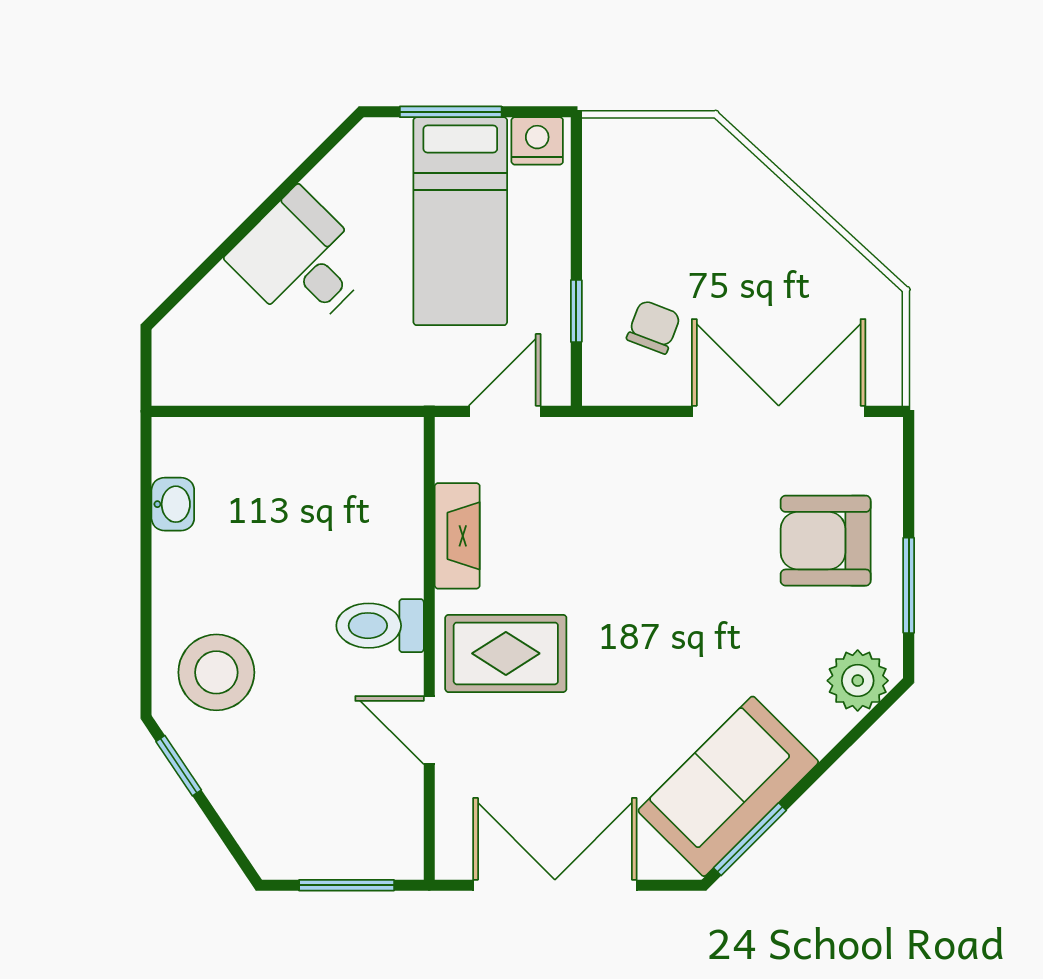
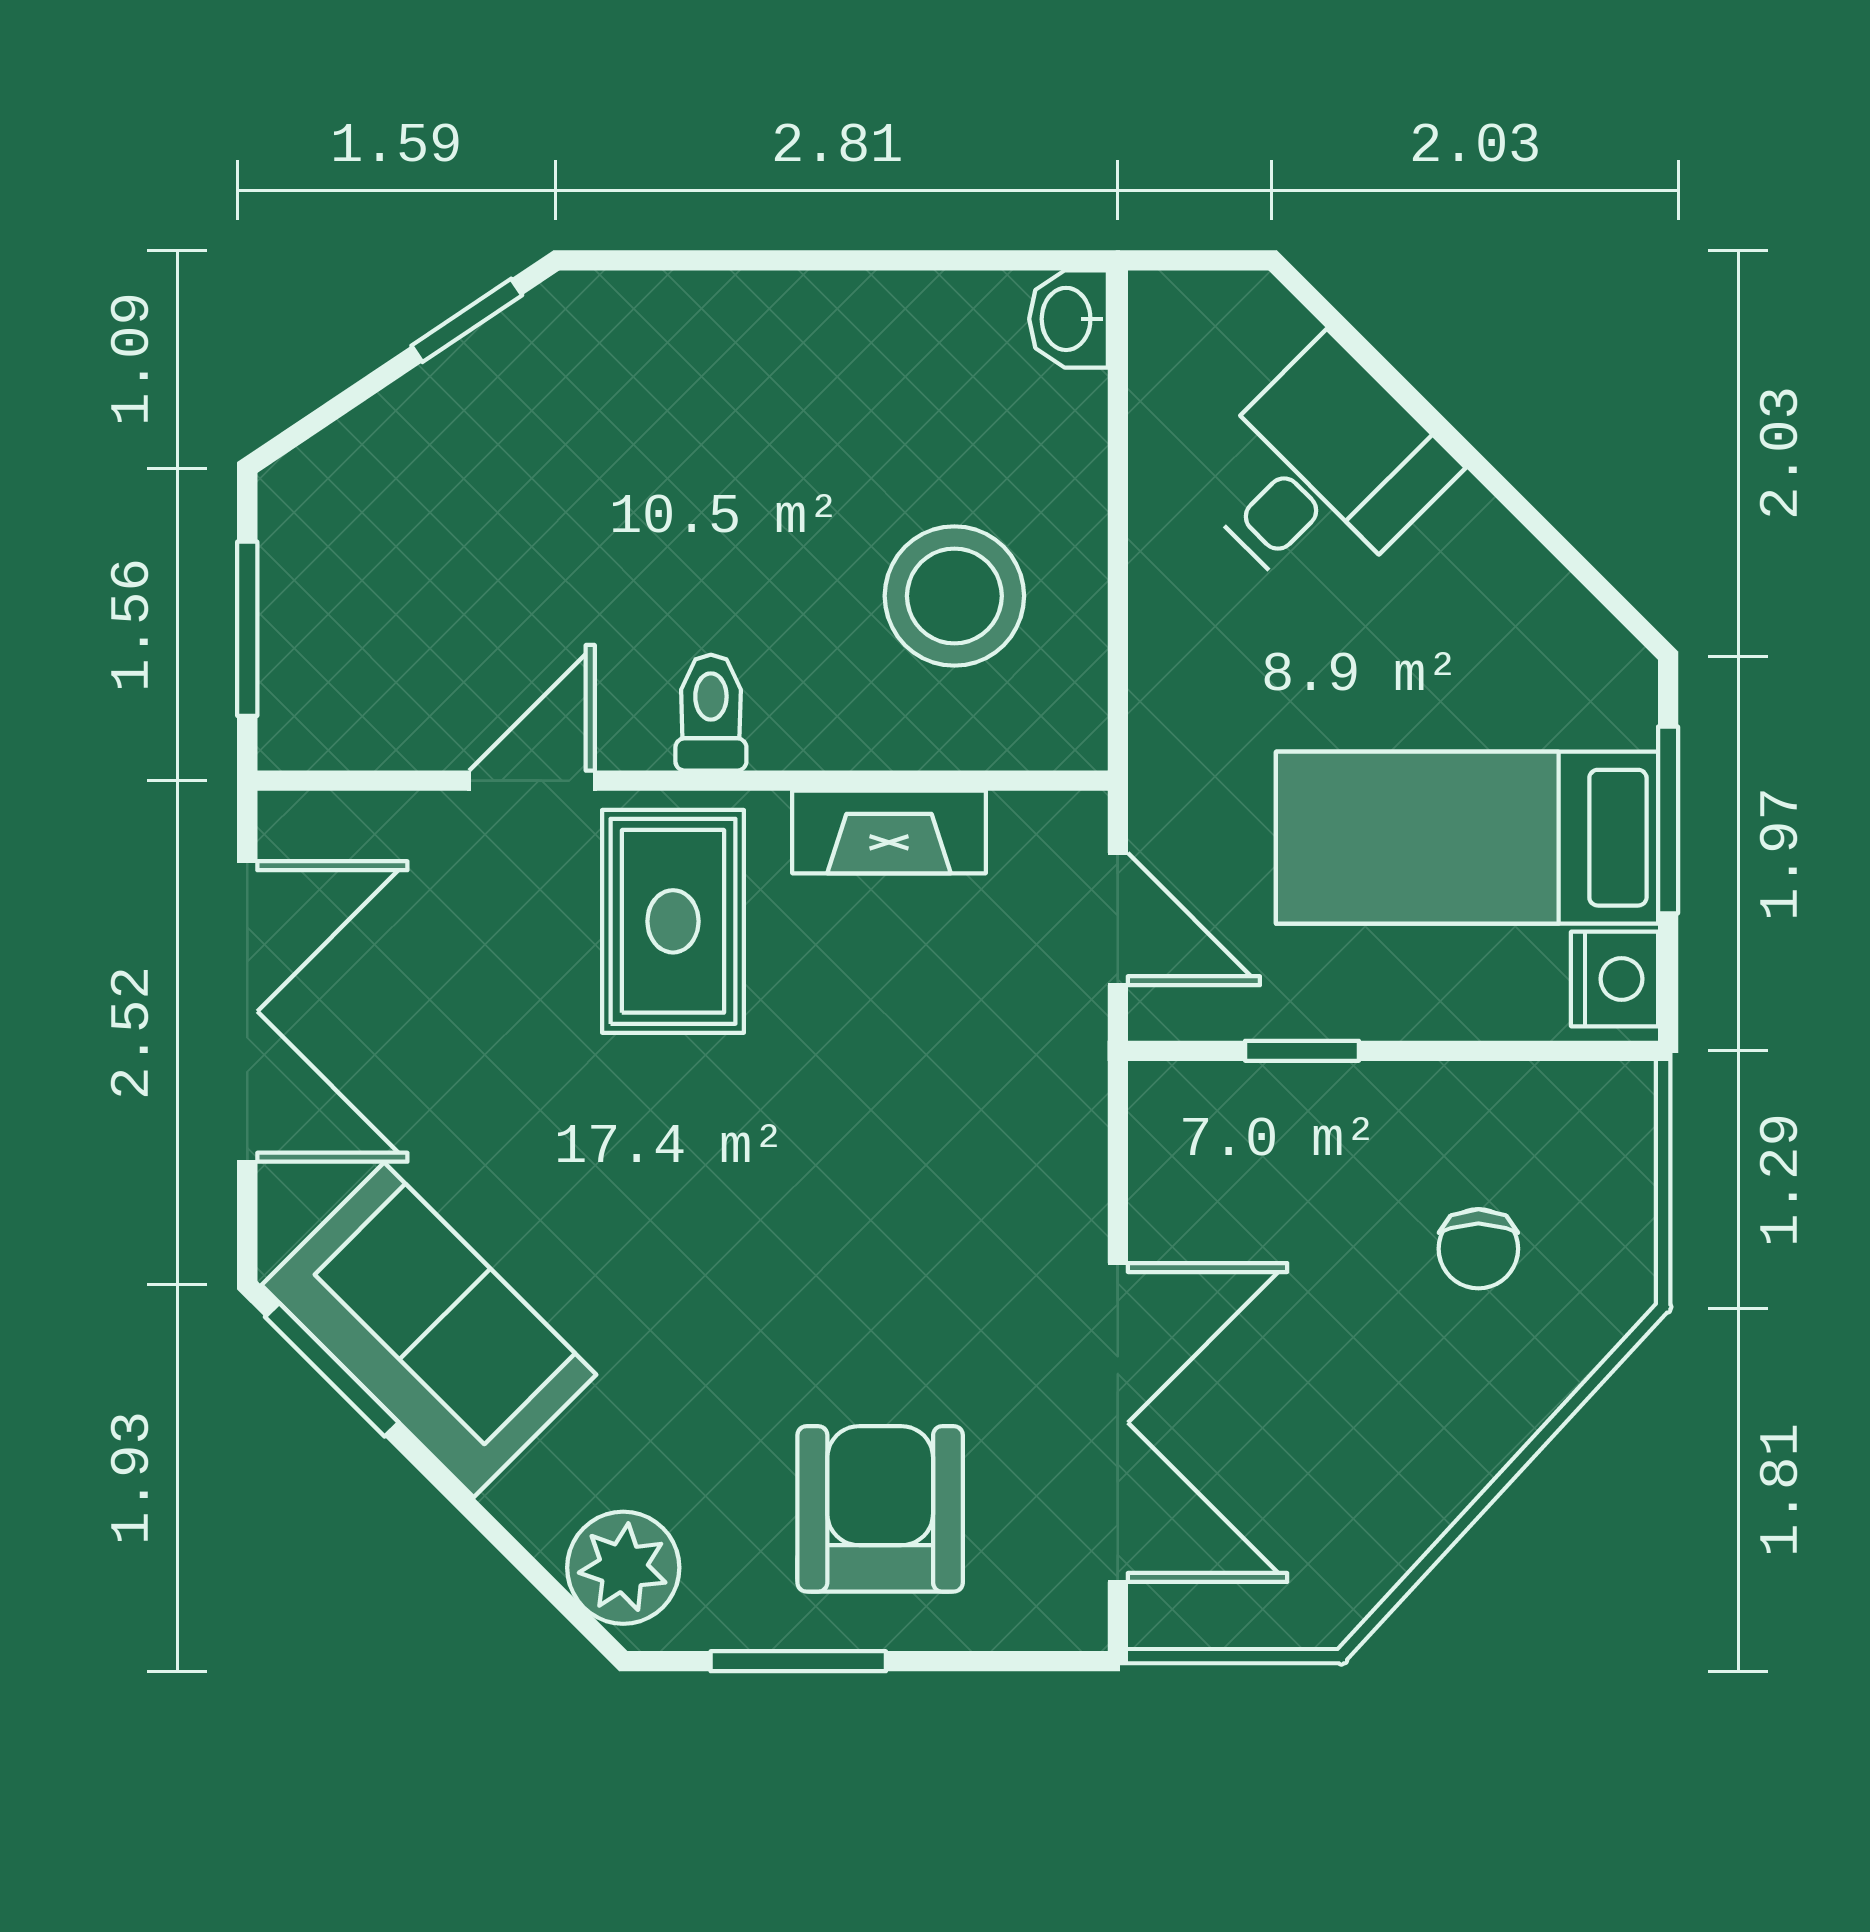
desk: (301, 261) -> (1321, 473), moved
chair: (654, 327) -> (1478, 1249), moved, turned 69
washbasin: (173, 504) -> (1068, 319), moved, turned 90
toilet: (380, 626) -> (711, 713), width x0.73, depth x0.72
stool: (216, 672) -> (954, 596), moved

